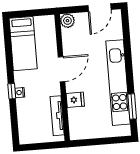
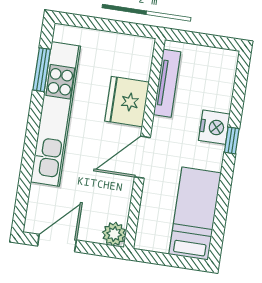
nightstand: (20, 93) -> (214, 127), width x1.89, depth x1.79
fridge: (75, 100) -> (127, 102), width x1.88, depth x1.34

